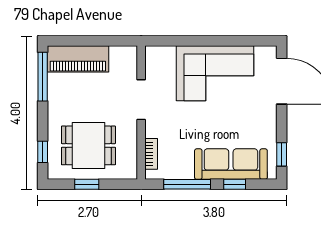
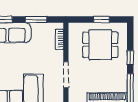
window: (43, 152) -> (130, 57), moved
window: (187, 184) -> (36, 19), width x0.69

